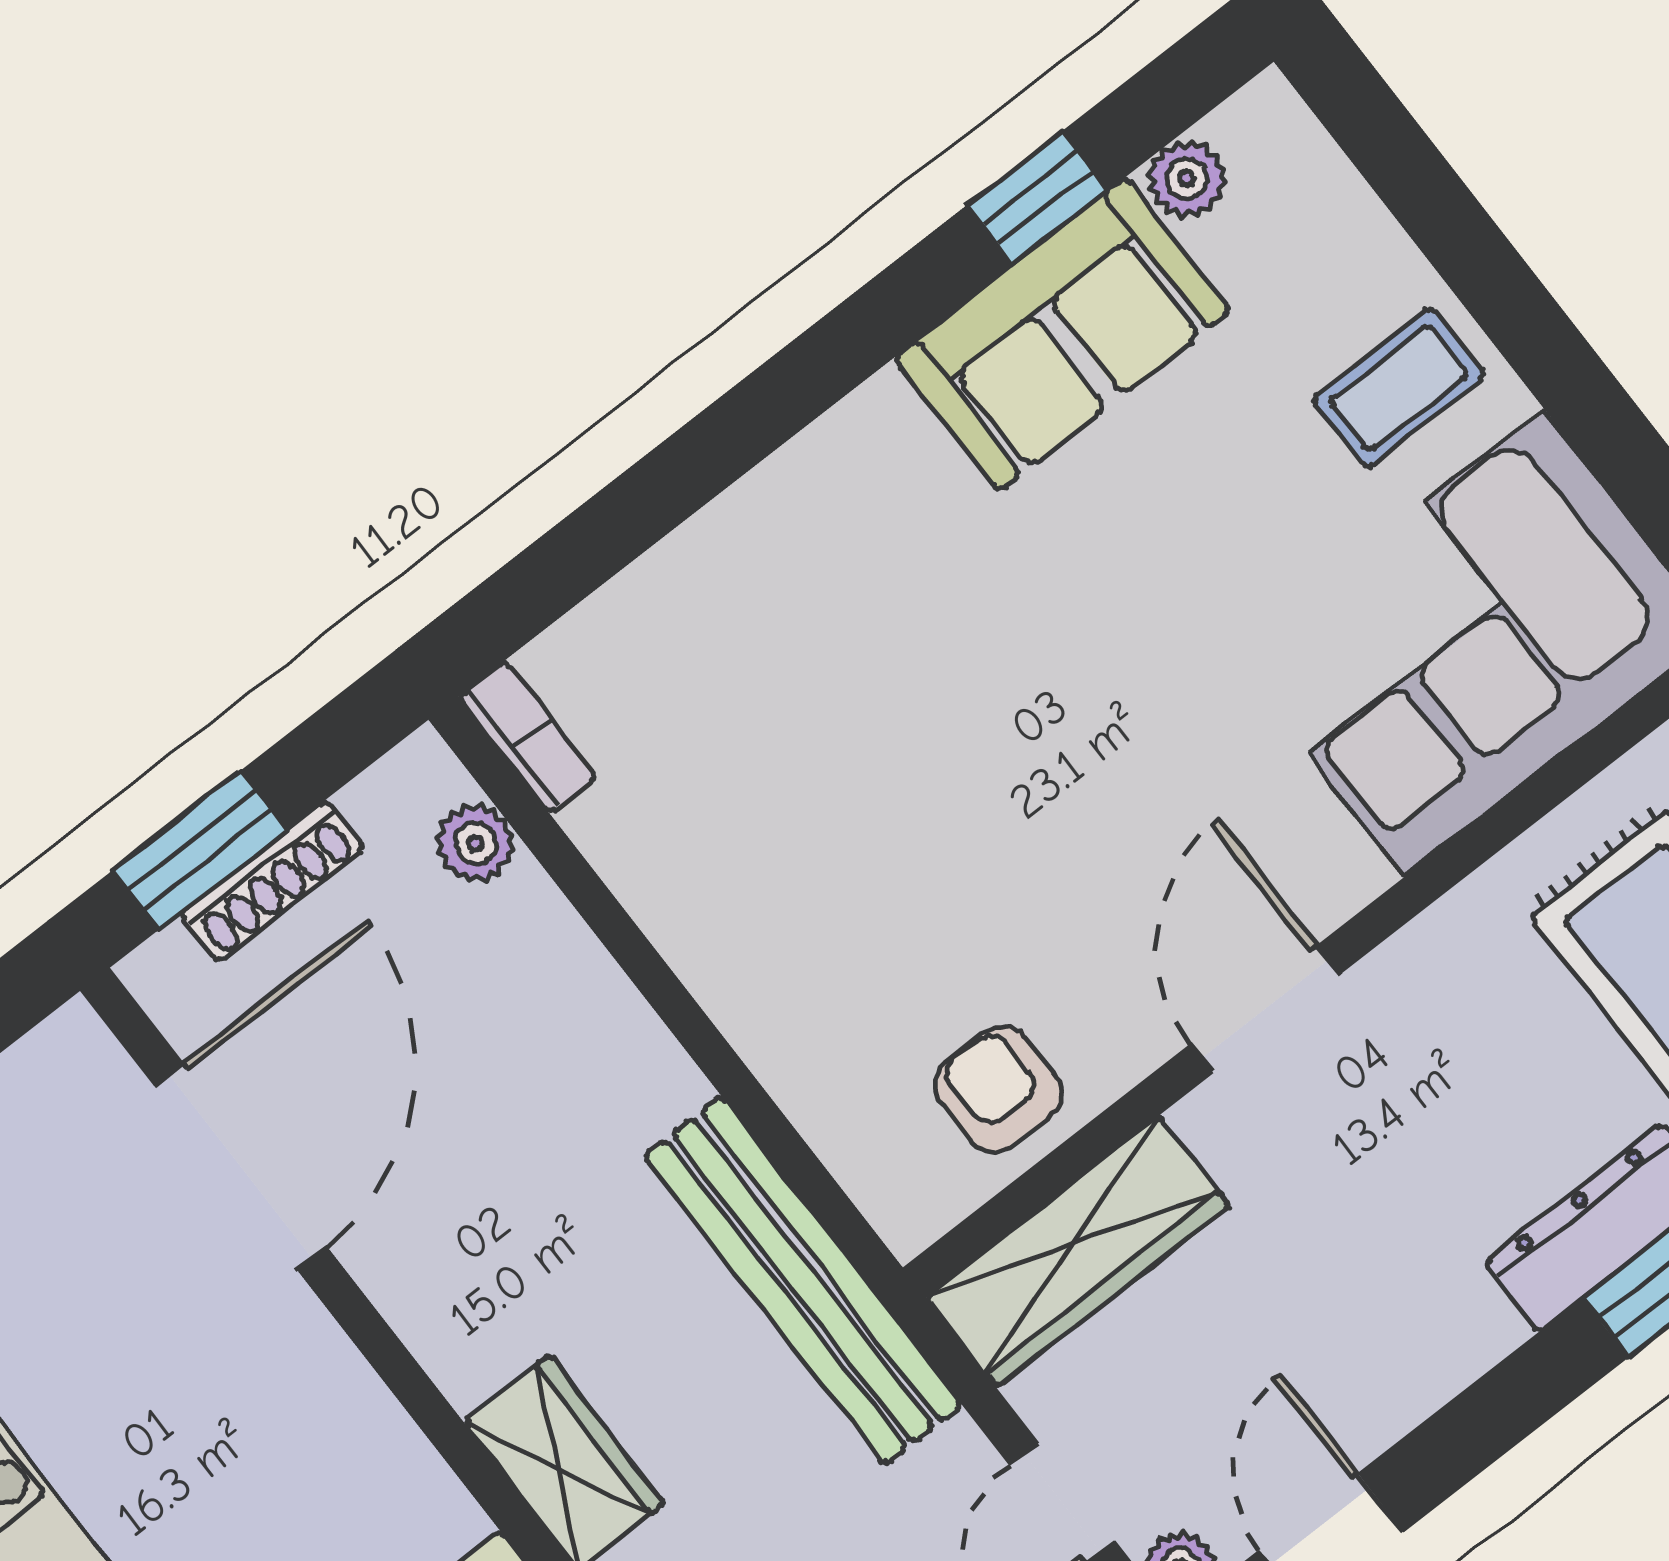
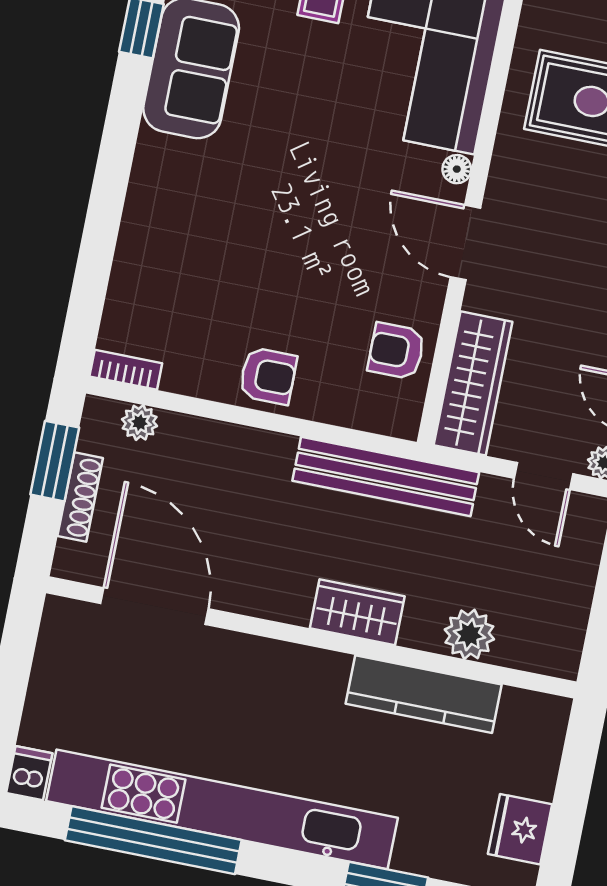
window: (199, 850) -> (55, 461), moved
floor lamp: (1355, 877) -> (457, 169), added
armchair: (752, 948) -> (268, 376), added

